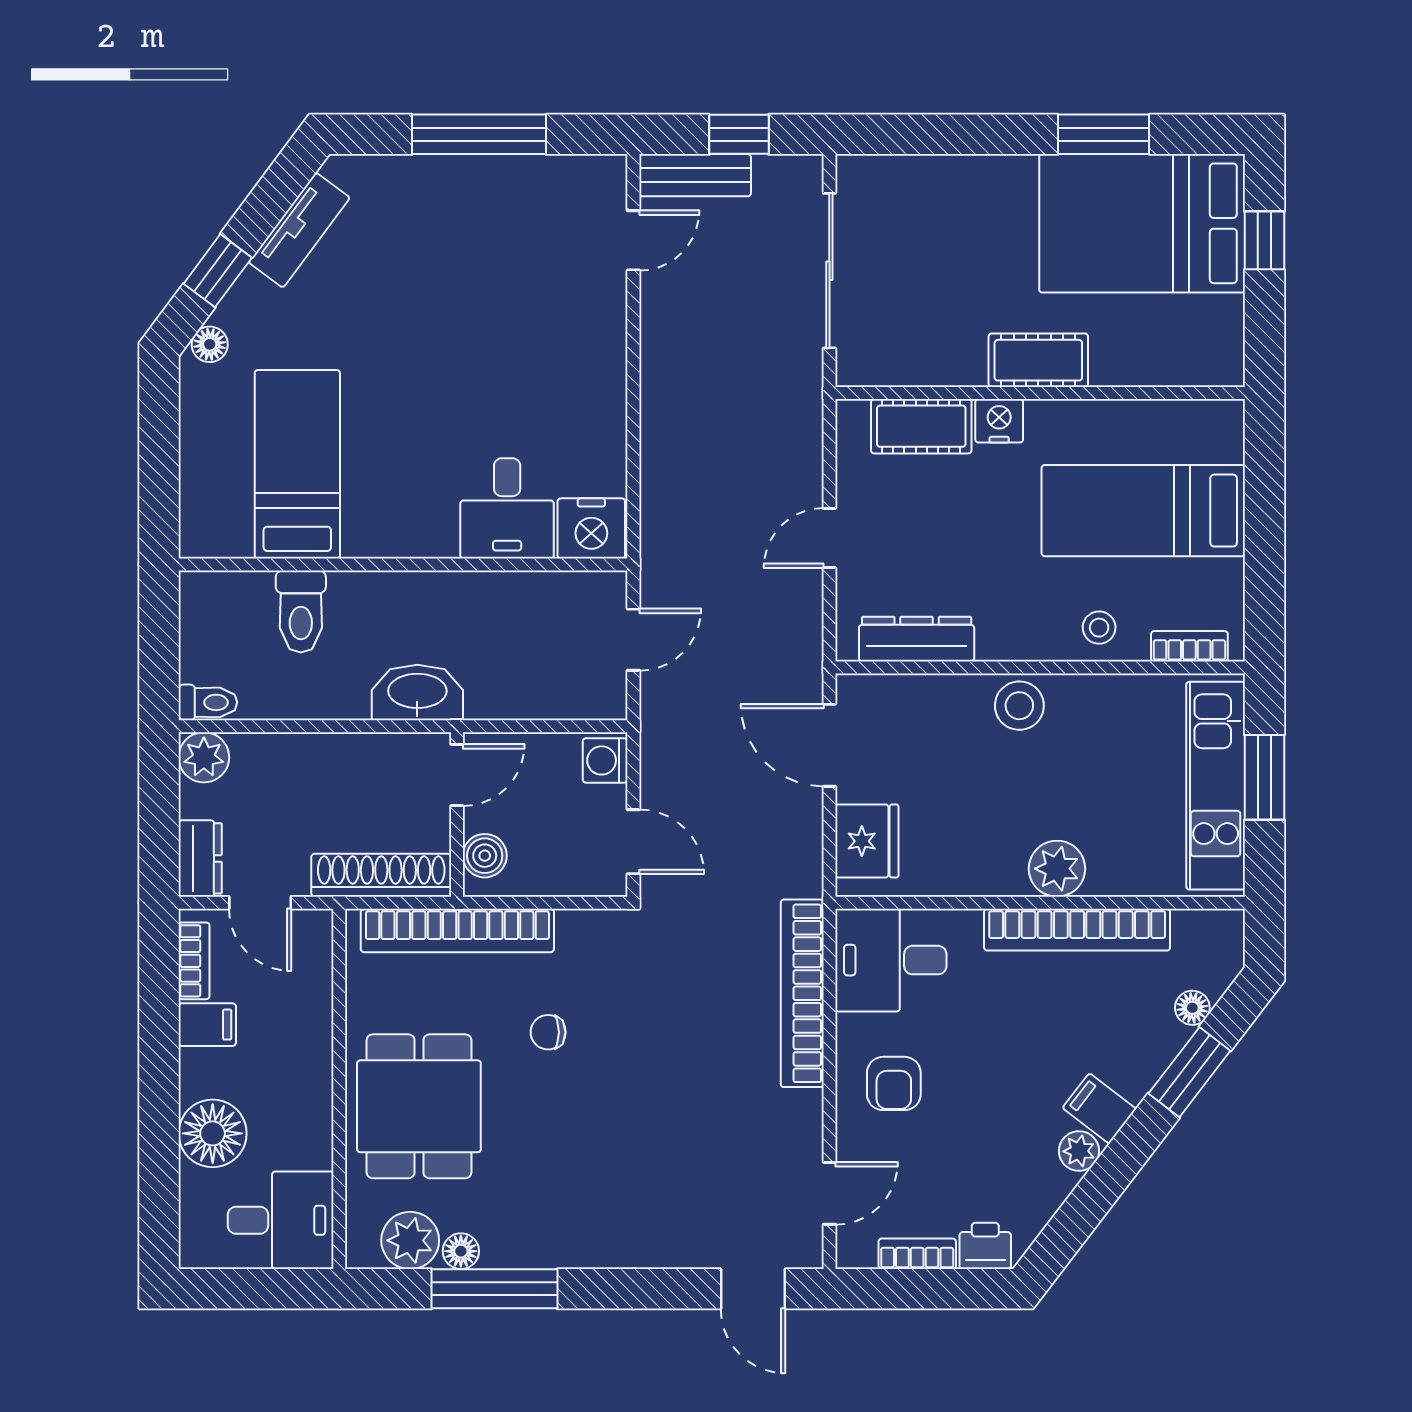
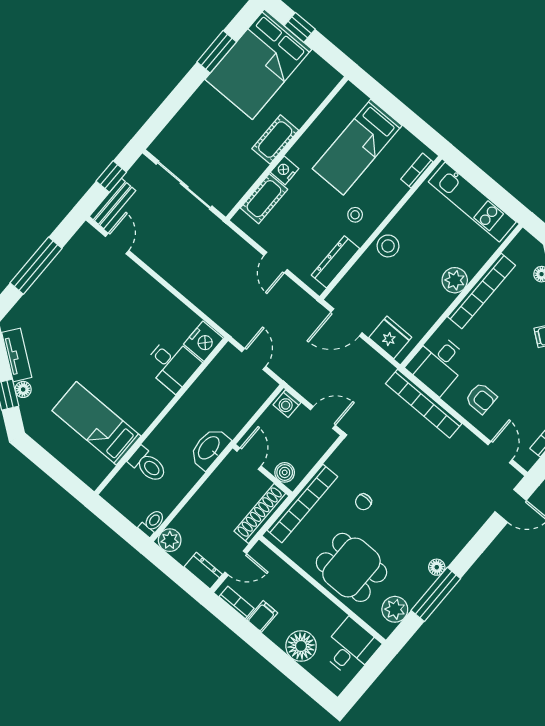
floor lamp: (210, 344) -> (23, 389), moved
stool: (1099, 628) -> (355, 215), moved
window: (1265, 777) -> (484, 183), removed
floor lamp: (461, 1251) -> (437, 567), moved

